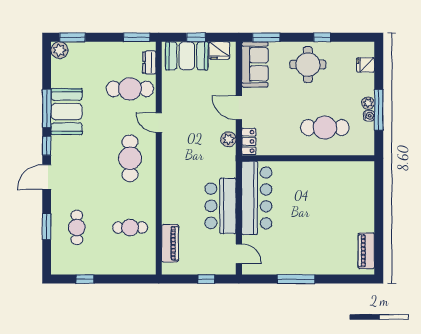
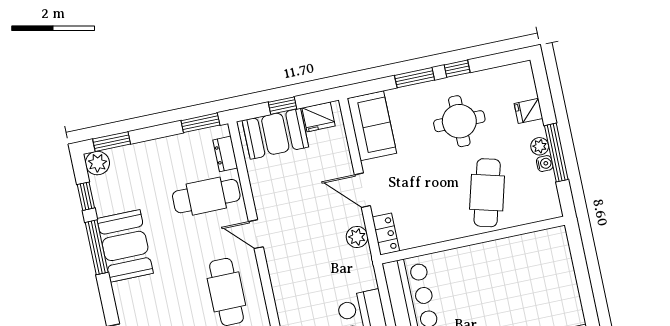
window: (266, 37) -> (415, 78), moved
round table: (308, 65) -> (459, 121), moved
fridge: (365, 65) -> (528, 111), moved
cafe table: (325, 128) -> (487, 193), turned -75
window: (47, 146) -> (86, 196), moved

